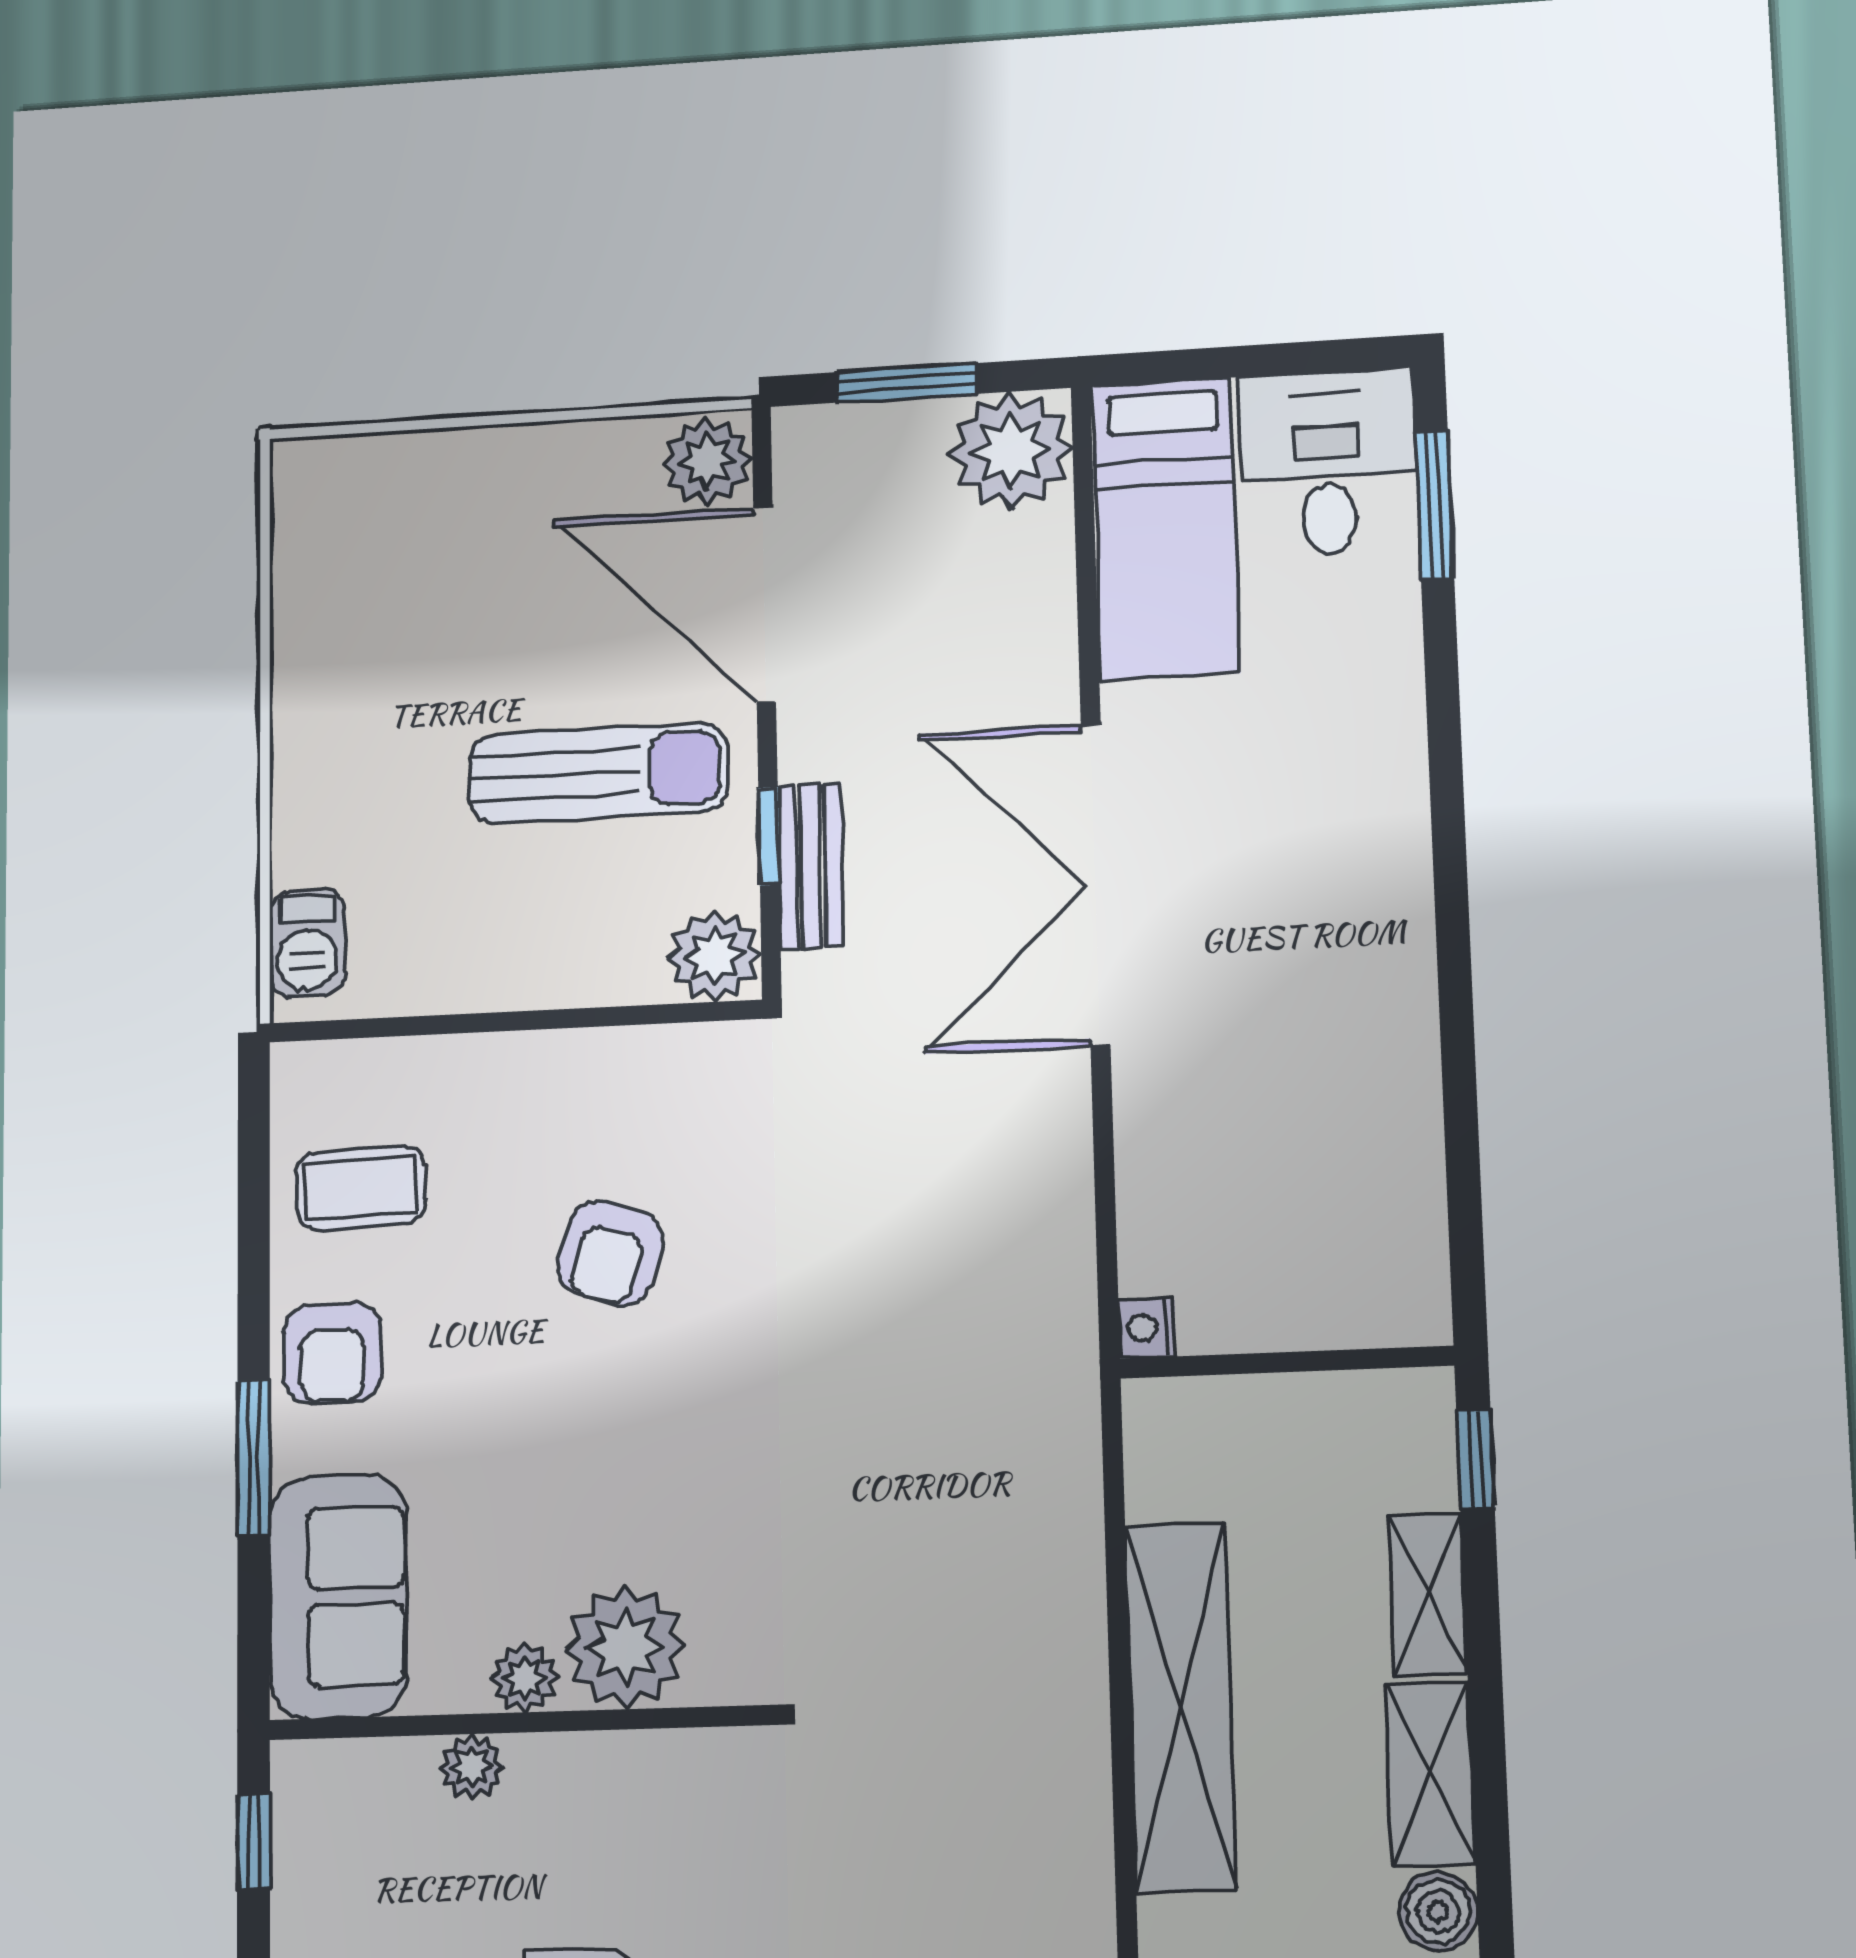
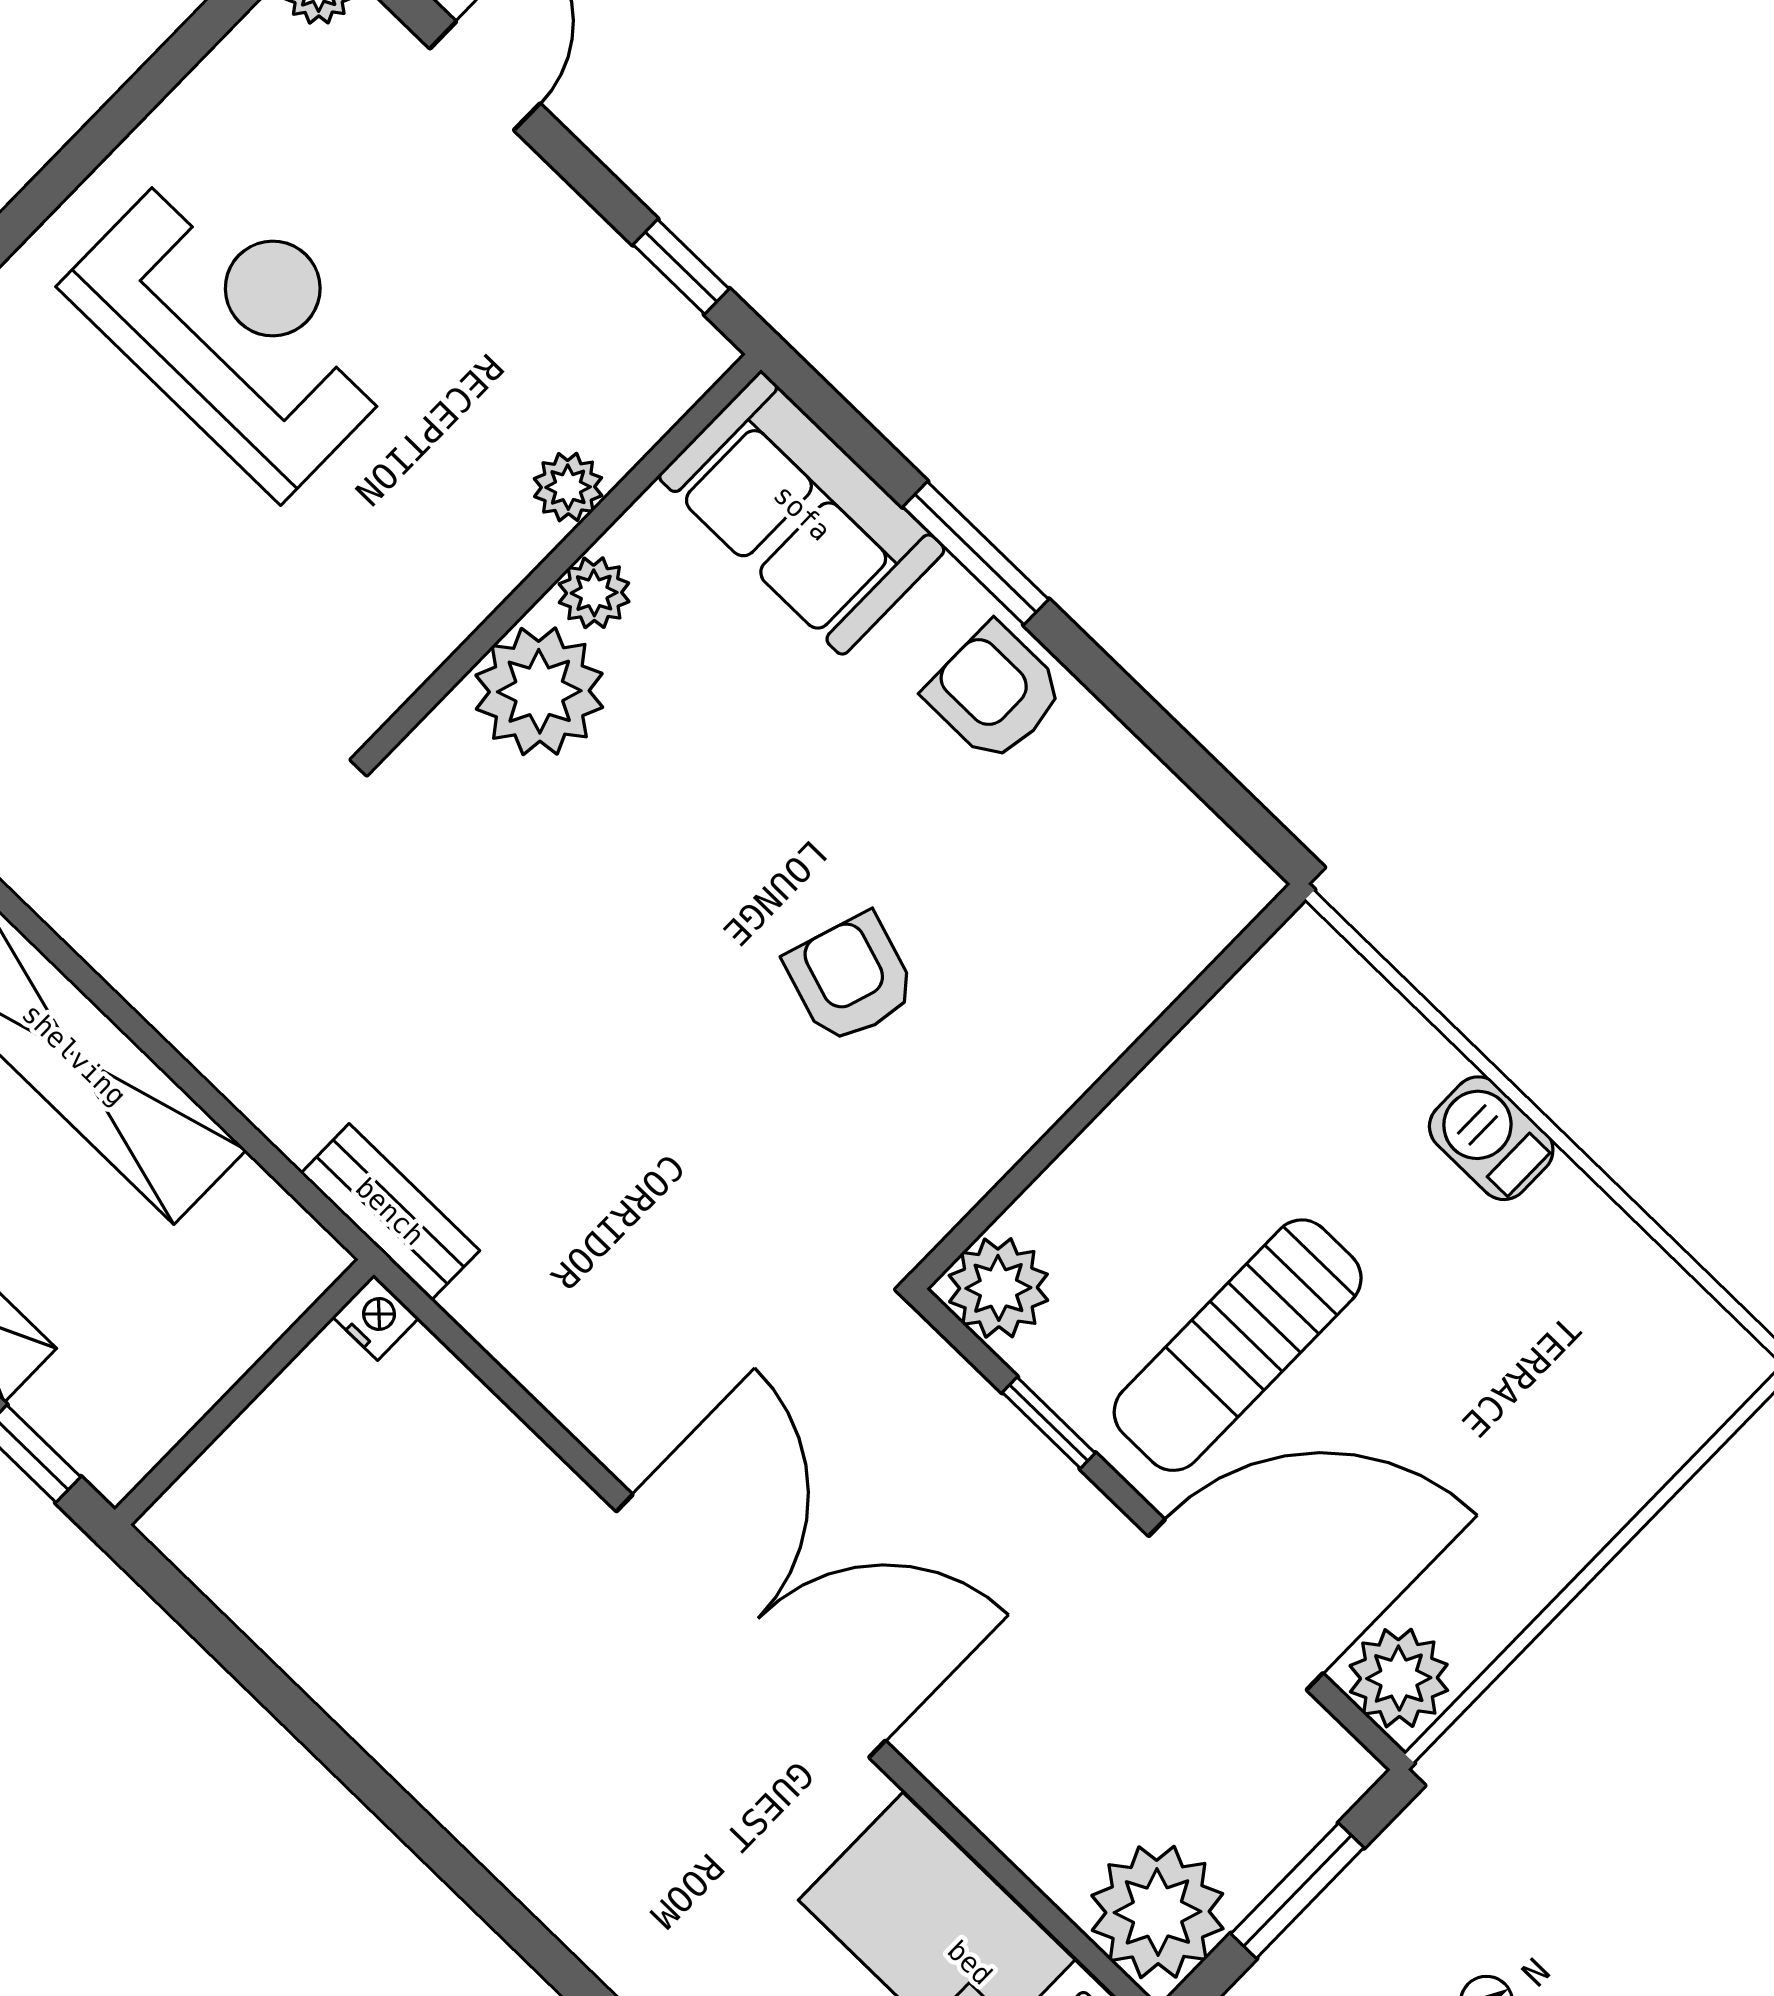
bench: (811, 866) -> (390, 1212), moved
barbecue: (307, 943) -> (1491, 1138), moved
coffee table: (361, 1188) -> (1101, 841), removed

